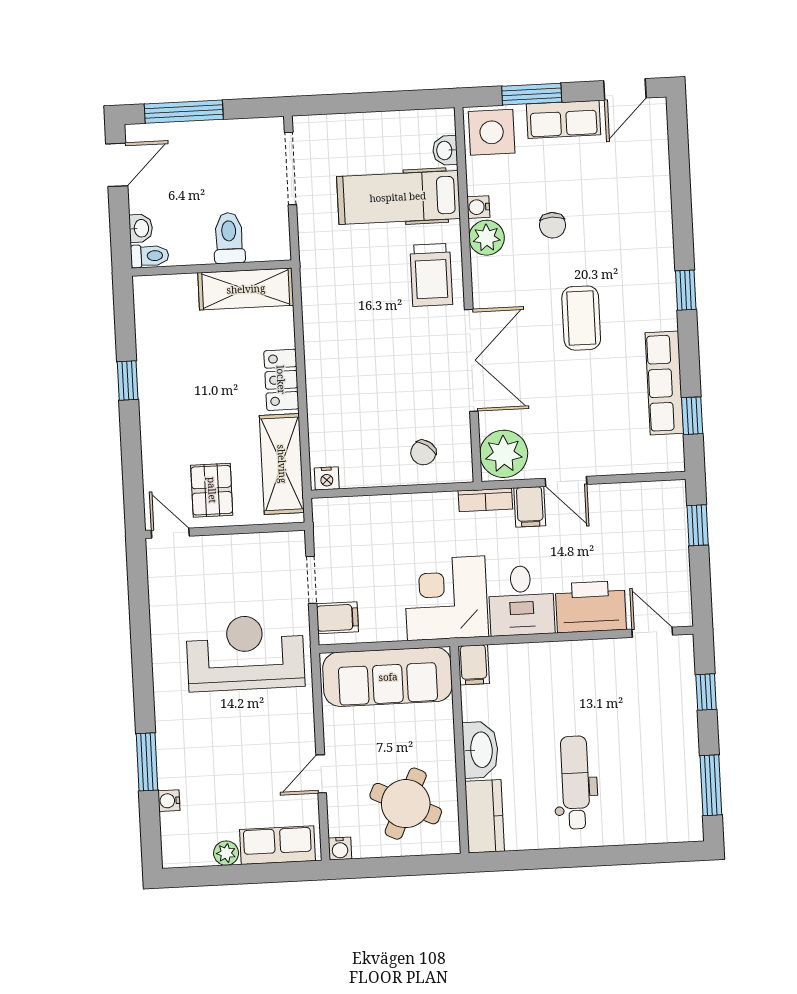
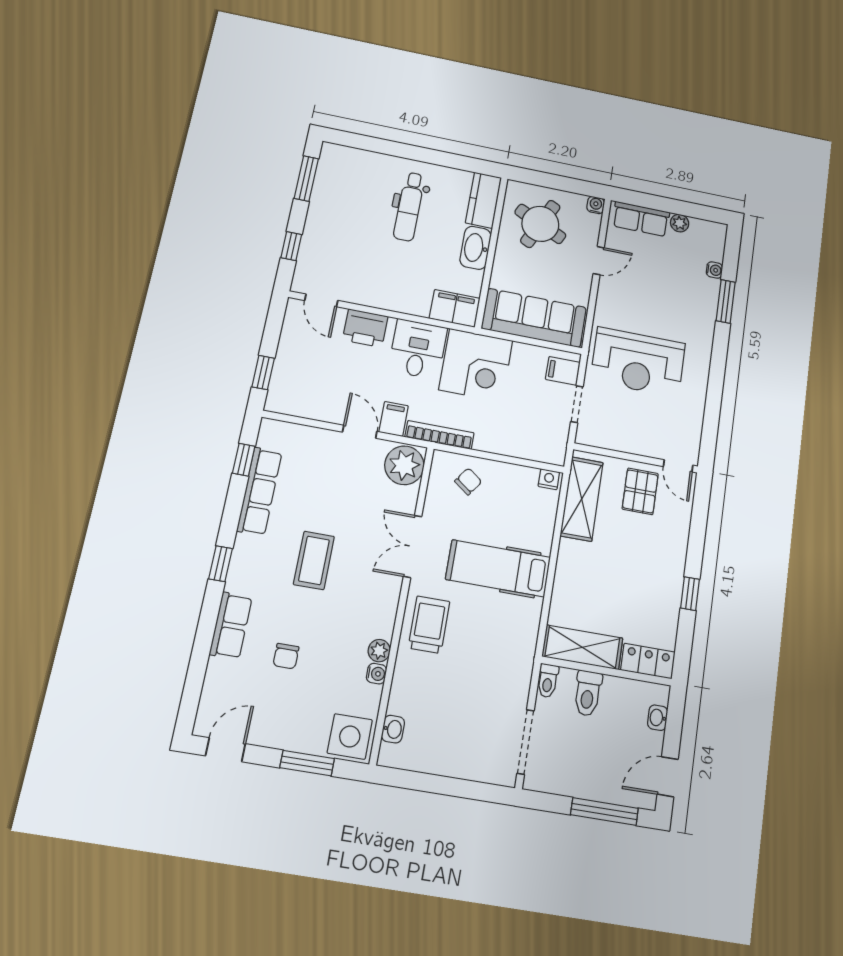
row of seats: (563, 119) -> (231, 626), moved, turned 90
hospital bed: (398, 197) -> (498, 568), moved, turned 180
chair: (553, 225) -> (286, 656), moved, turned 180
plant: (487, 238) -> (379, 651), width x0.73, depth x0.73
toilet: (150, 256) -> (548, 681), moved, turned -90
double door: (471, 360) -> (413, 546), width x0.73
locker: (281, 380) -> (648, 661), moved, turned -90
bookcase: (485, 500) -> (440, 435), width x1.56
printer: (591, 607) -> (365, 328), width x0.73, depth x0.84
filing cabinet: (474, 665) -> (455, 308), width x2.00

